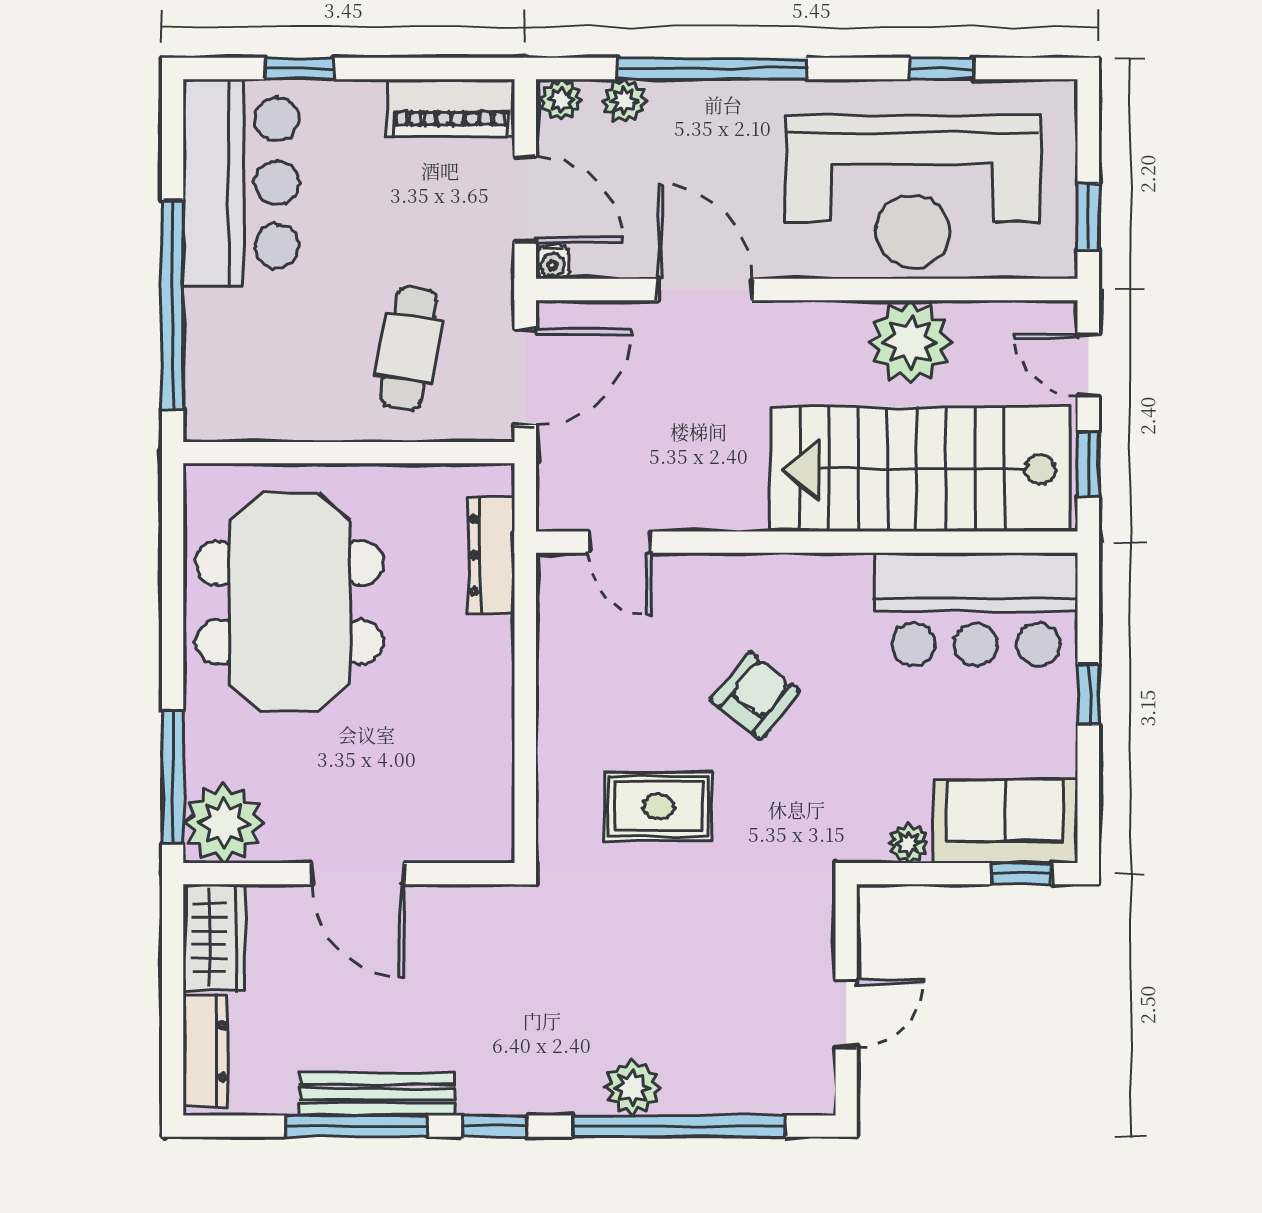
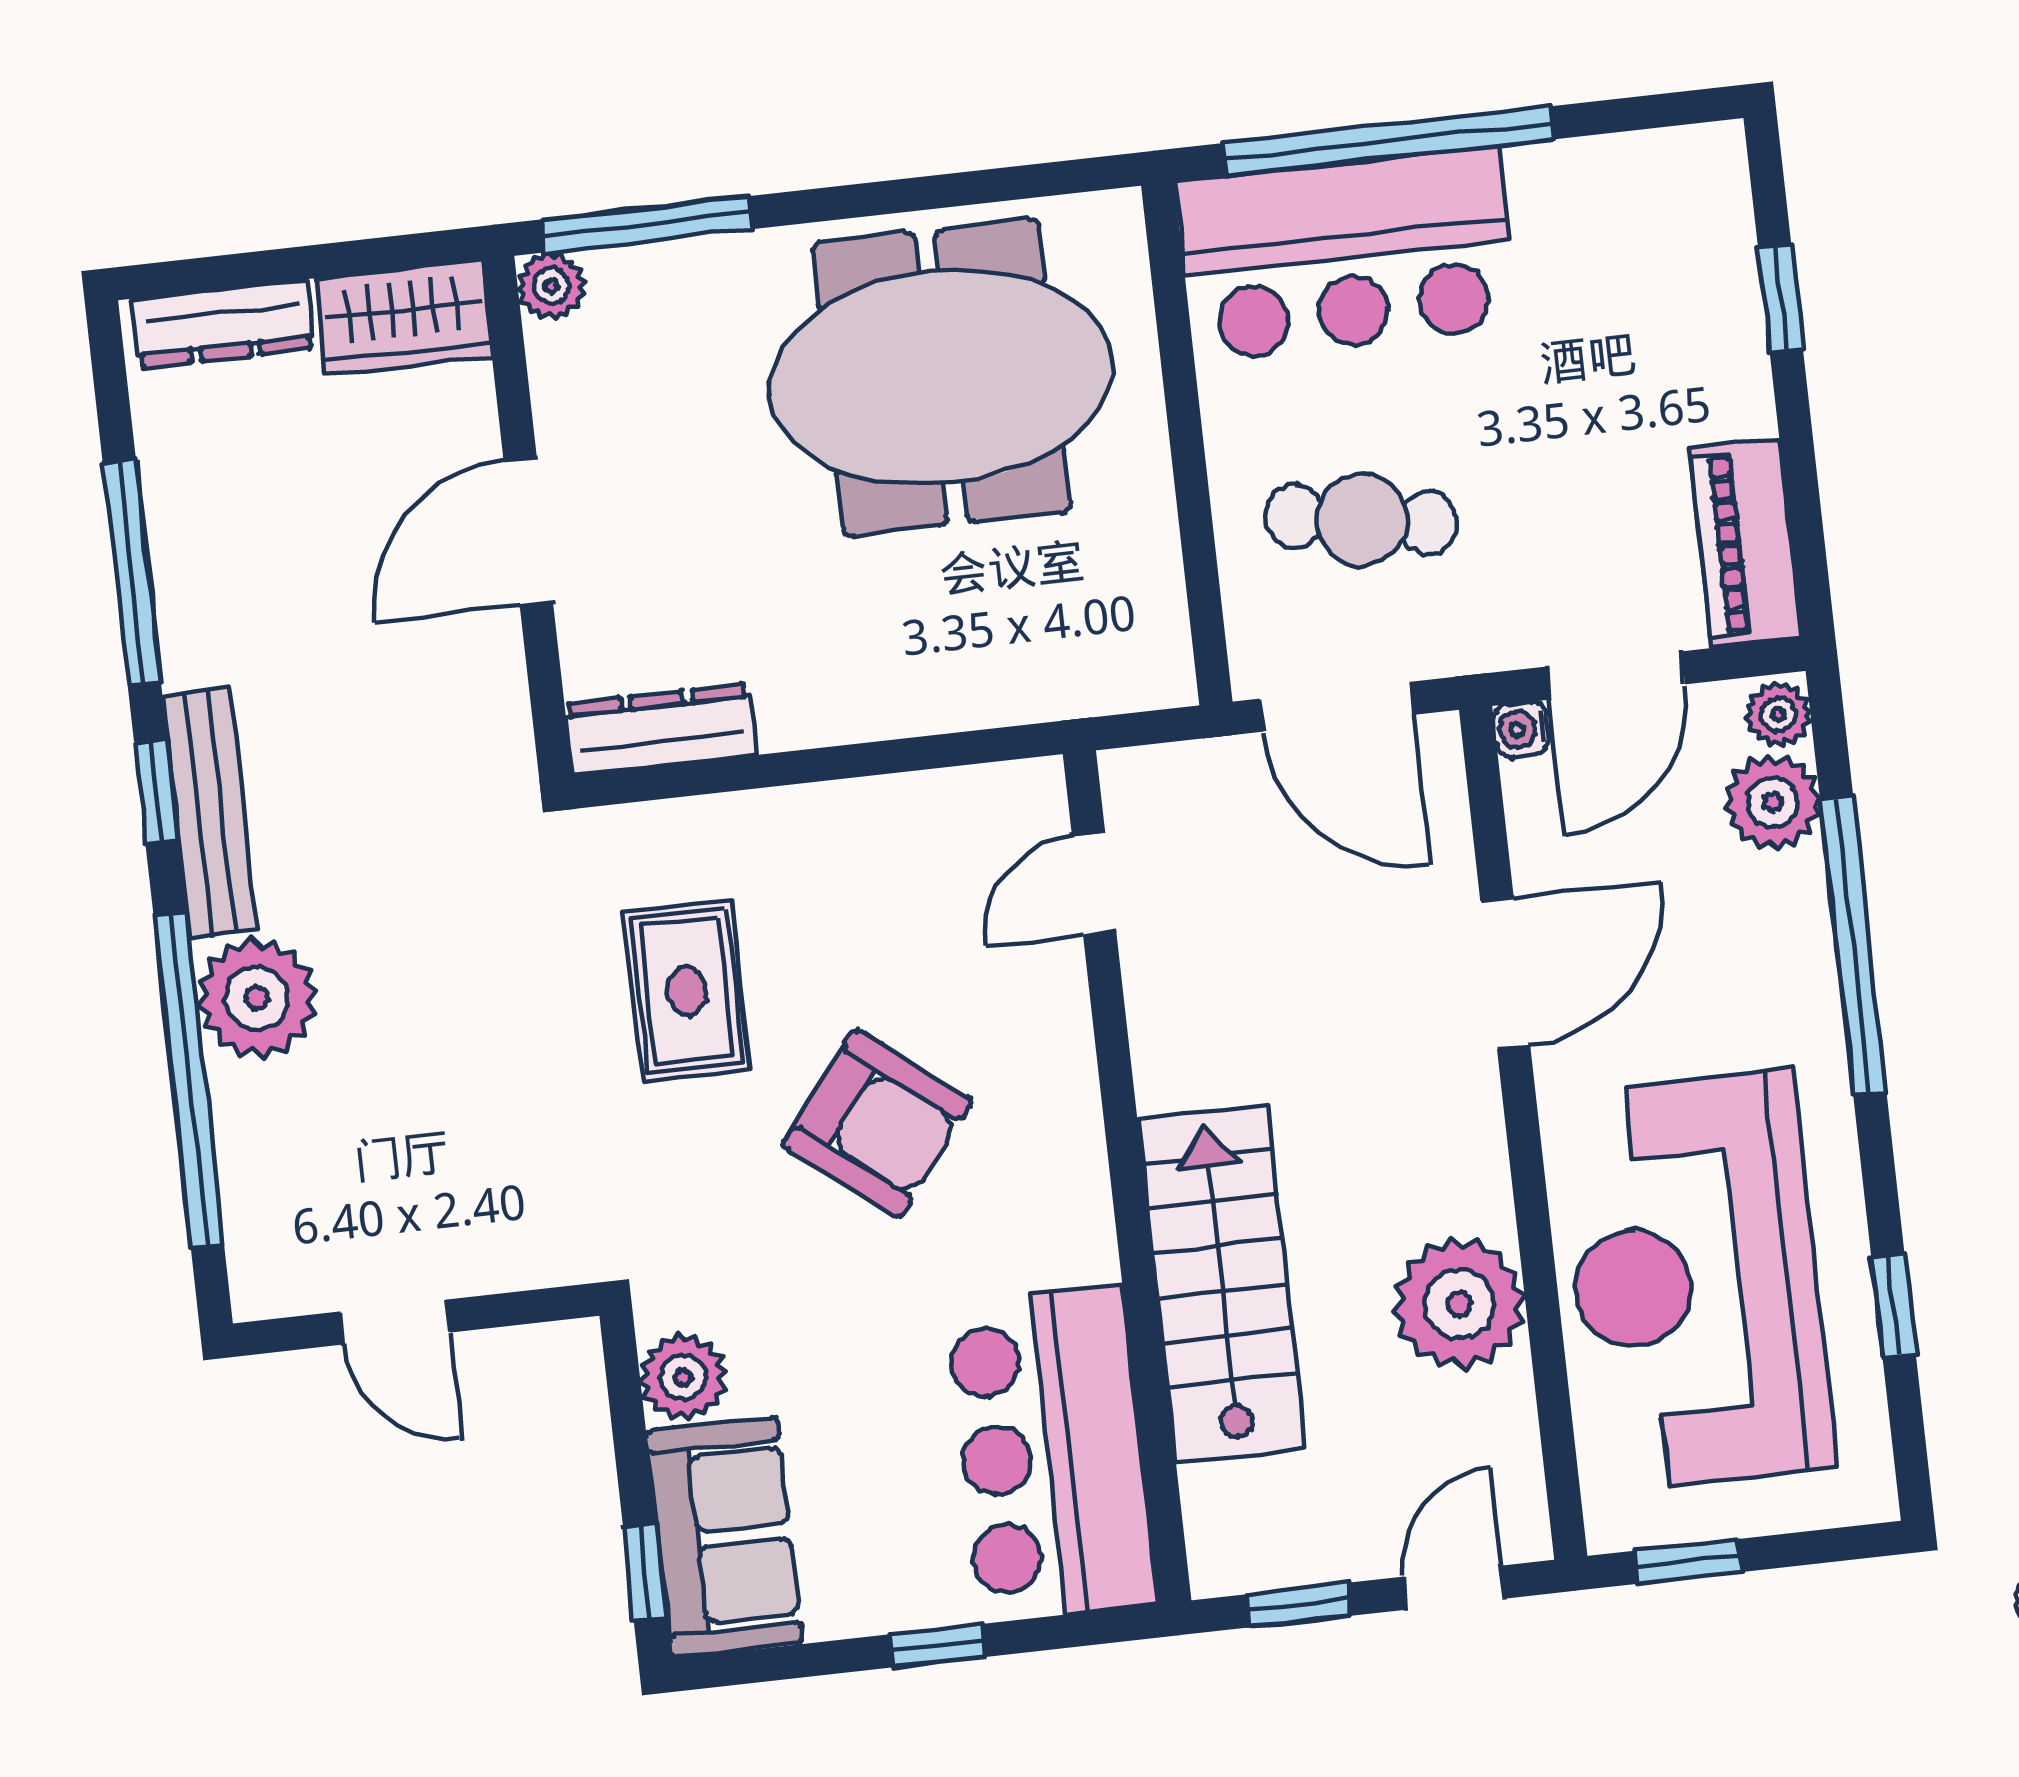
plant: (624, 101) -> (1772, 802), width x1.38, depth x1.38
bar counter: (241, 183) -> (1347, 254), moved
stairs: (920, 469) -> (1222, 1284), width x0.73, depth x0.66
dresser: (492, 555) -> (660, 729), moved
armchair: (755, 696) -> (877, 1123), width x1.38, depth x1.38
plant: (223, 823) -> (551, 286), width x0.53, depth x0.53
plant: (909, 843) -> (683, 1377), width x1.38, depth x1.38
plant: (632, 1088) -> (257, 998), width x1.36, depth x1.36
bench: (377, 1094) -> (210, 813), moved

